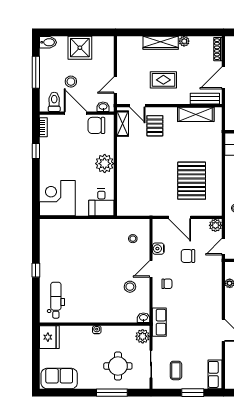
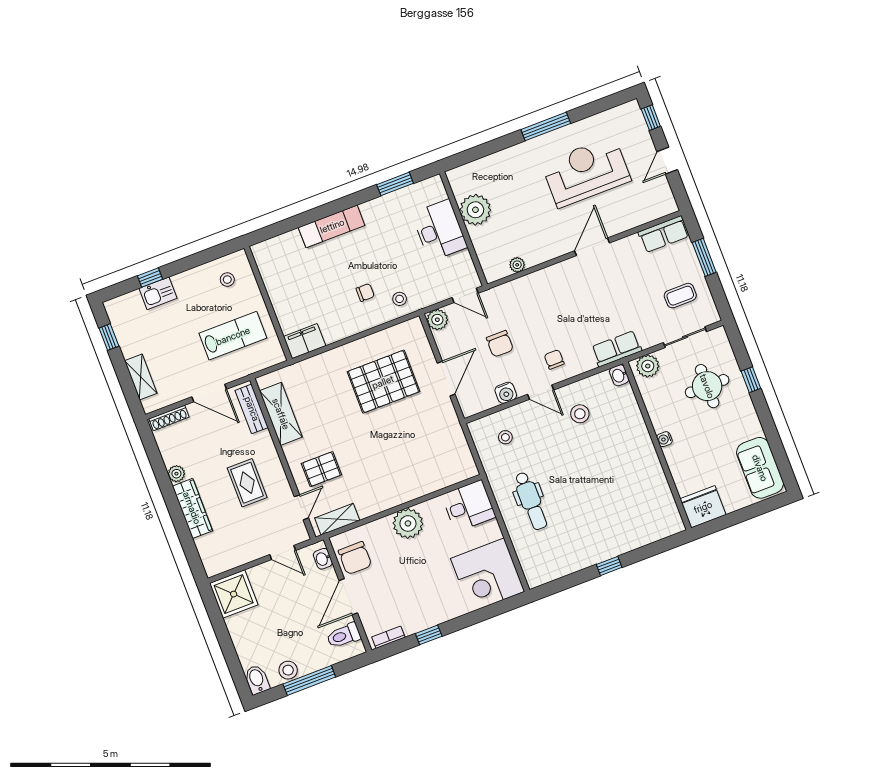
shower: (80, 48) -> (234, 594), moved
stool: (71, 82) -> (288, 670), moved
dental chair: (56, 300) -> (531, 501), moved, turned -90
window: (112, 393) -> (751, 380), width x0.46

